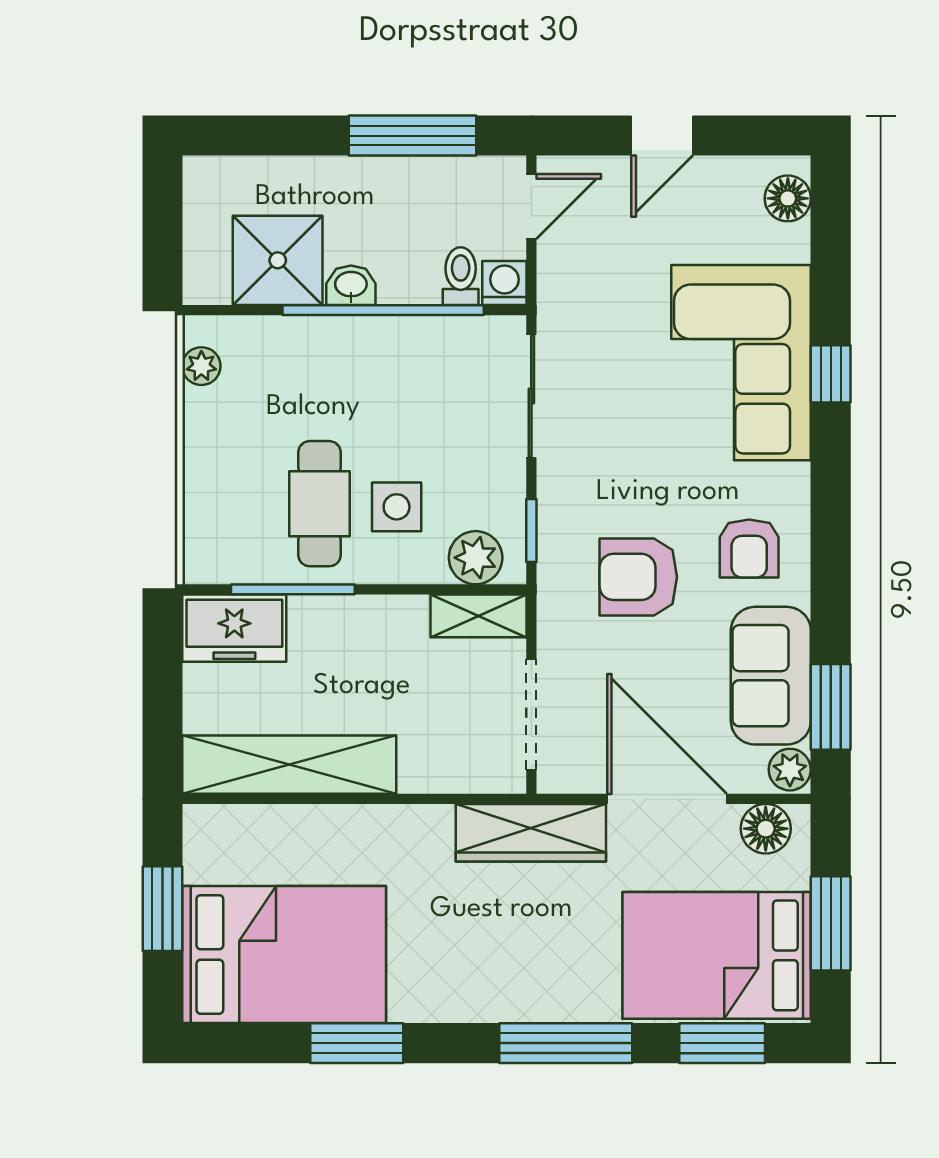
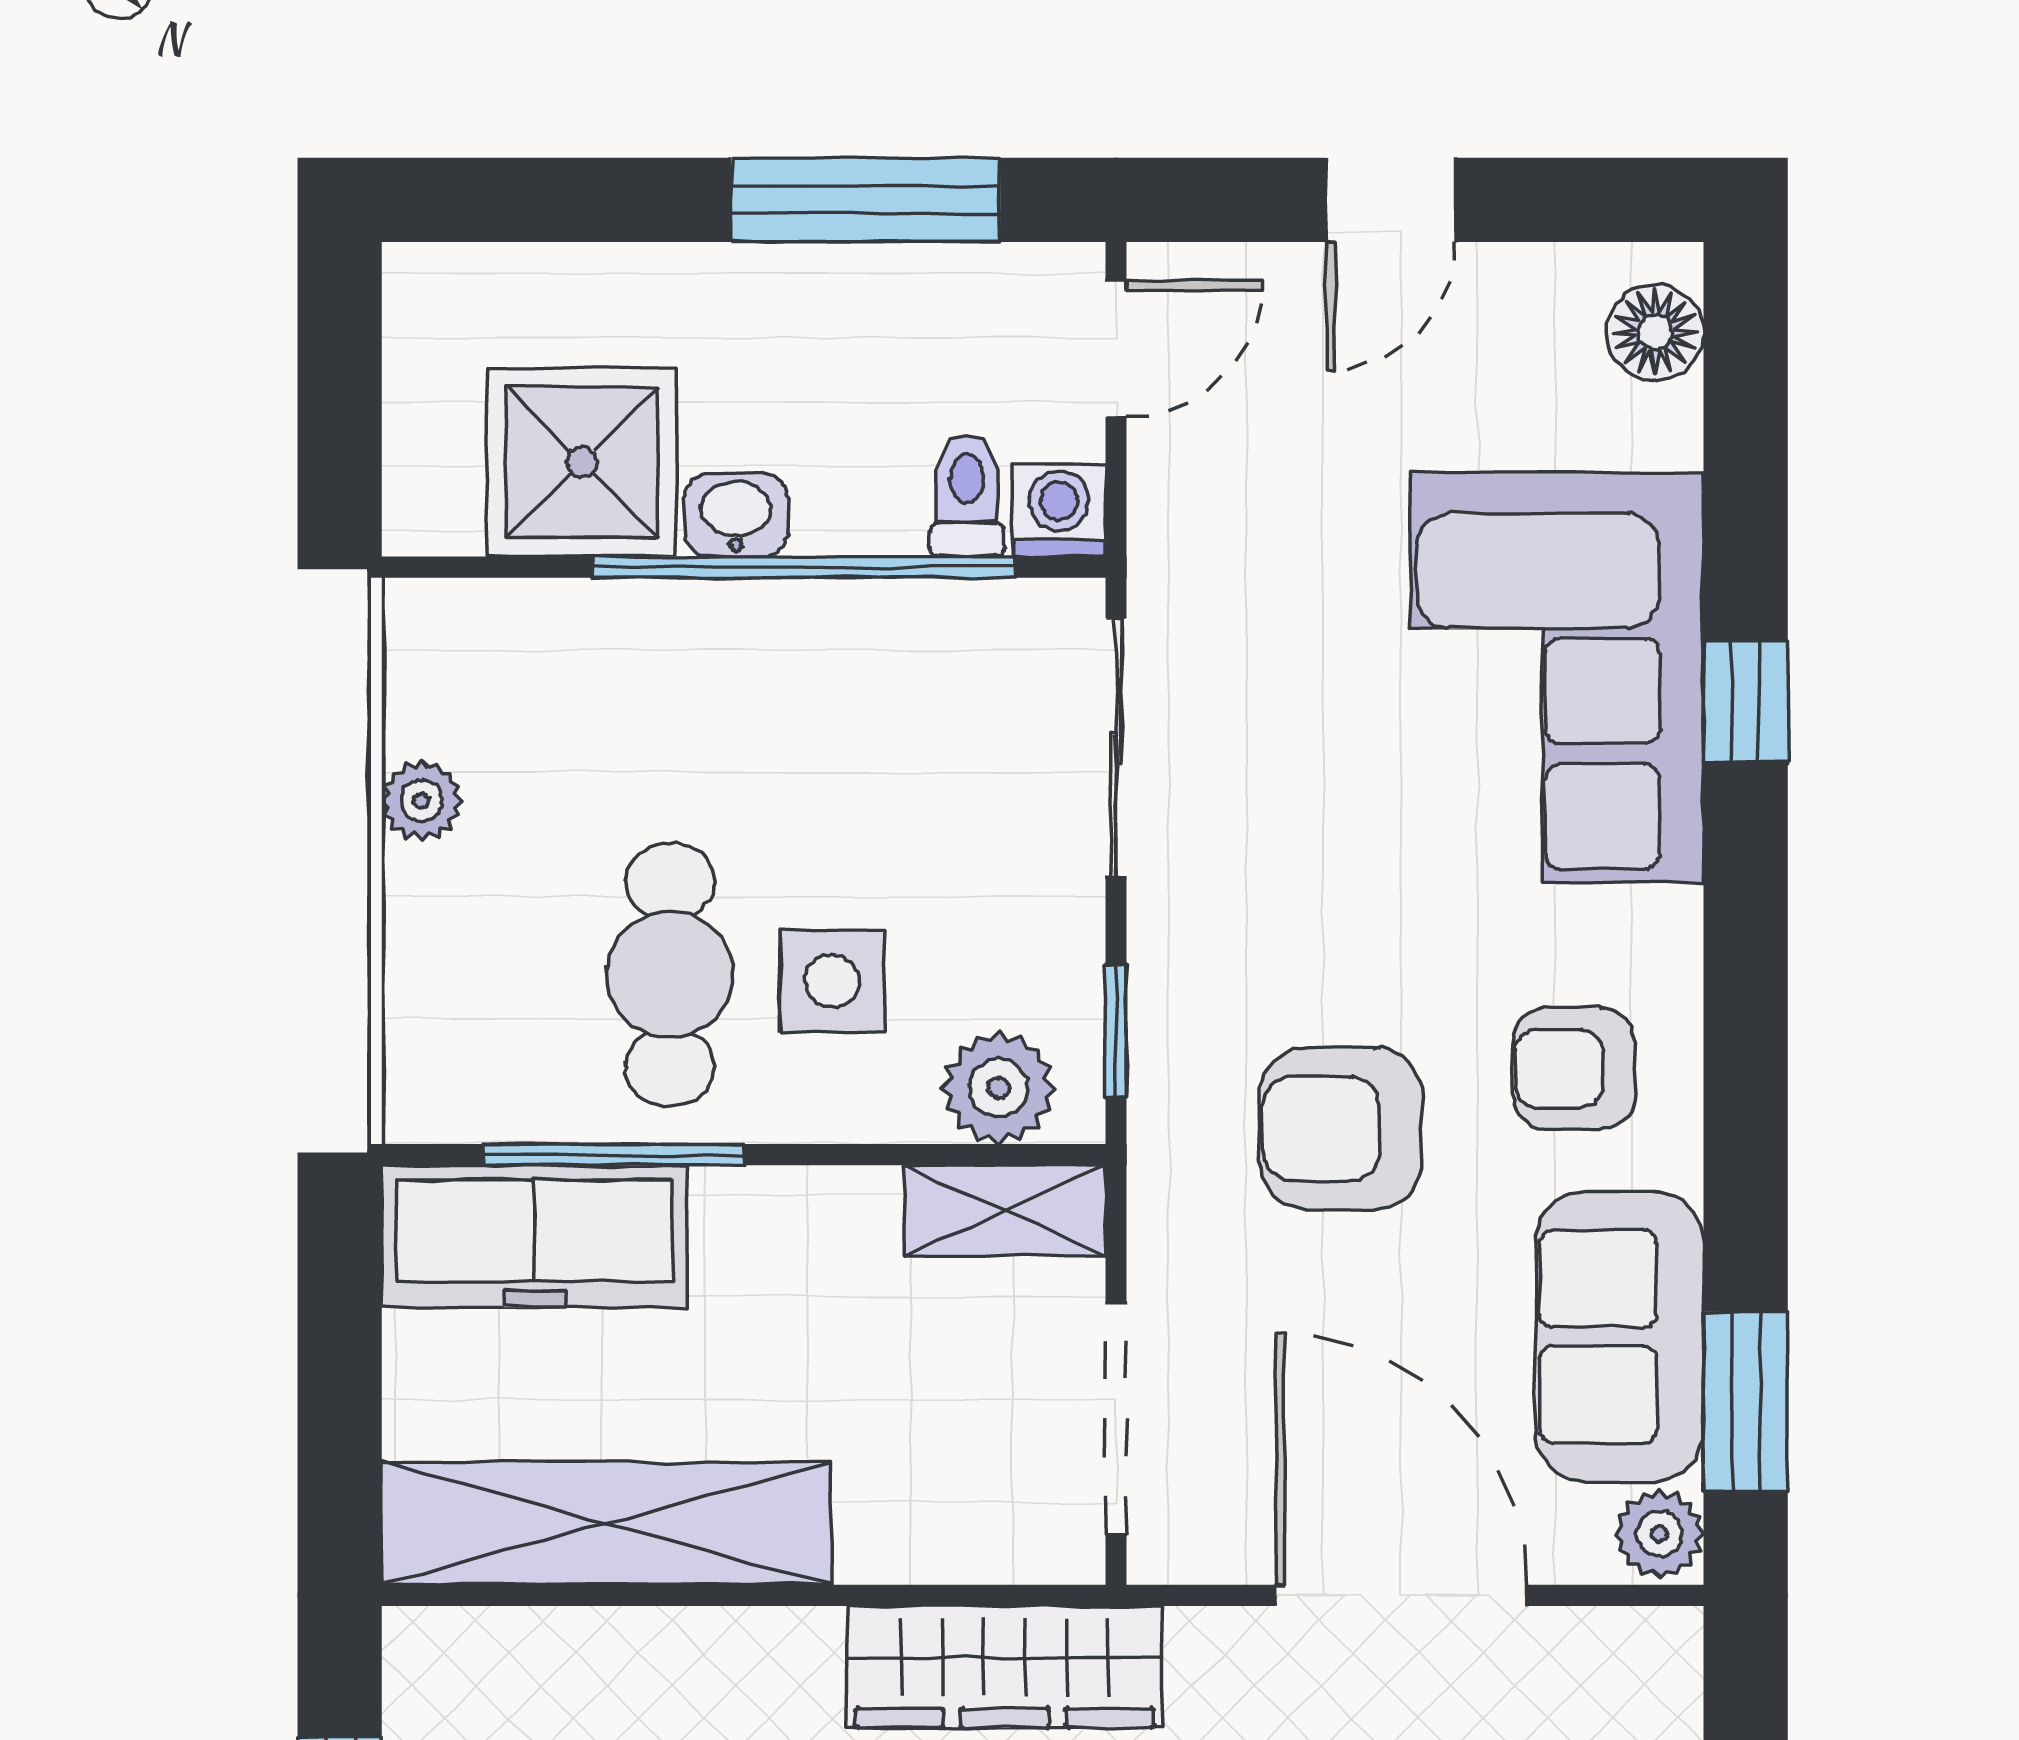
plant: (201, 366) -> (421, 801), moved
armchair: (749, 548) -> (1574, 1069), turned 90
freezer: (234, 628) -> (534, 1236), width x1.40
floor lamp: (766, 829) -> (1609, 1658), removed
wardrobe: (531, 833) -> (1005, 1667), moved

